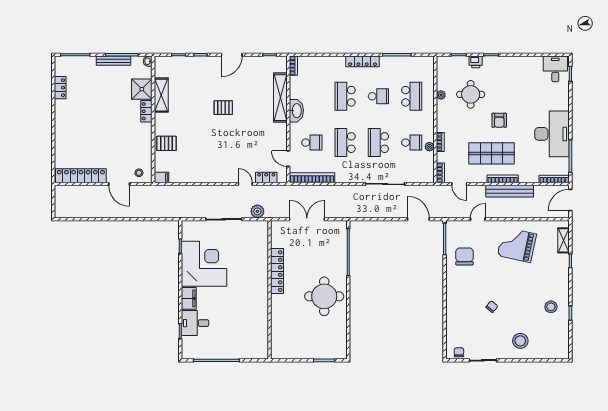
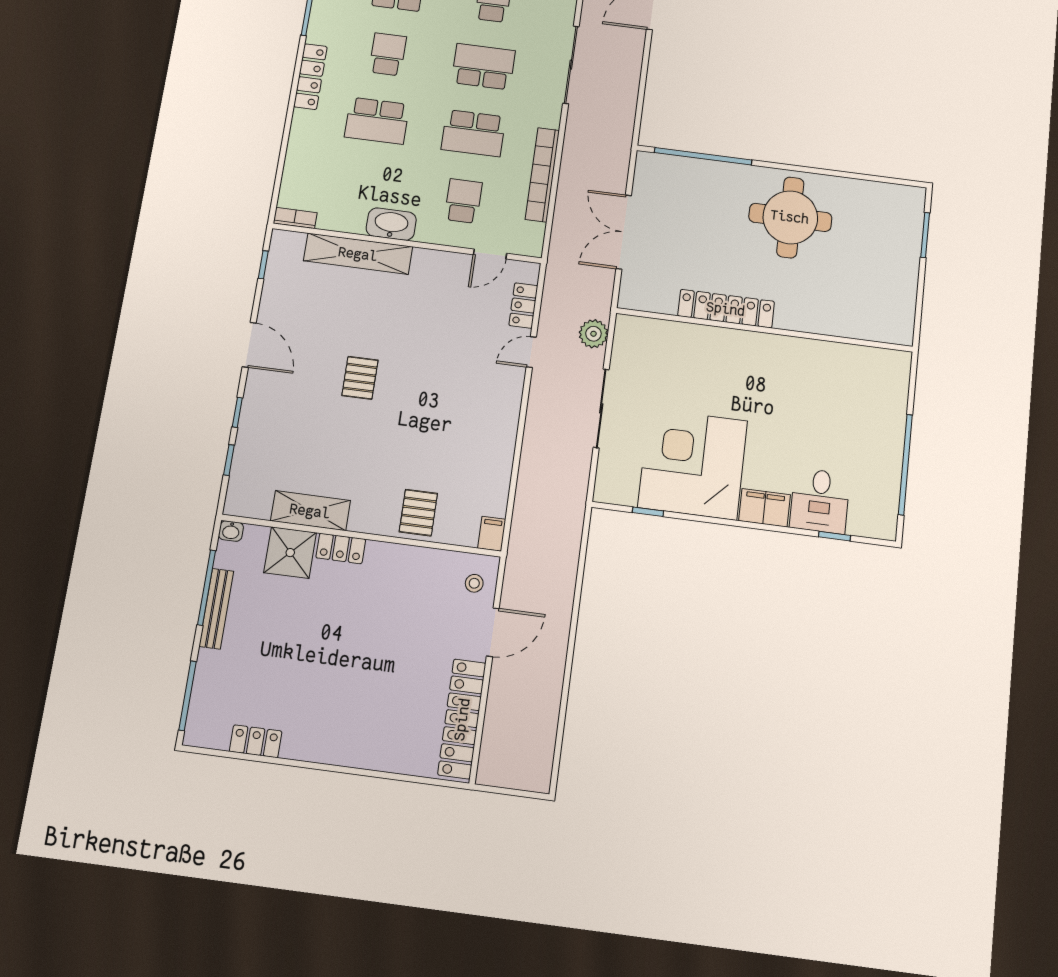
school desk: (378, 143) -> (483, 67), turned 180
bookcase: (312, 178) -> (542, 175), moved

